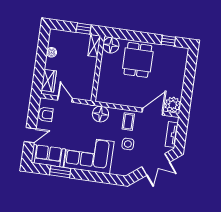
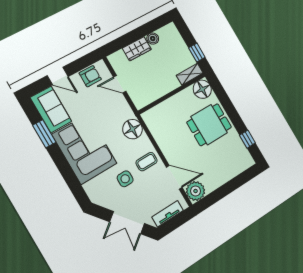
wardrobe: (49, 81) -> (137, 49), moved
door: (65, 99) -> (120, 84), swing flipped
armchair: (46, 114) -> (90, 76), turned -90

